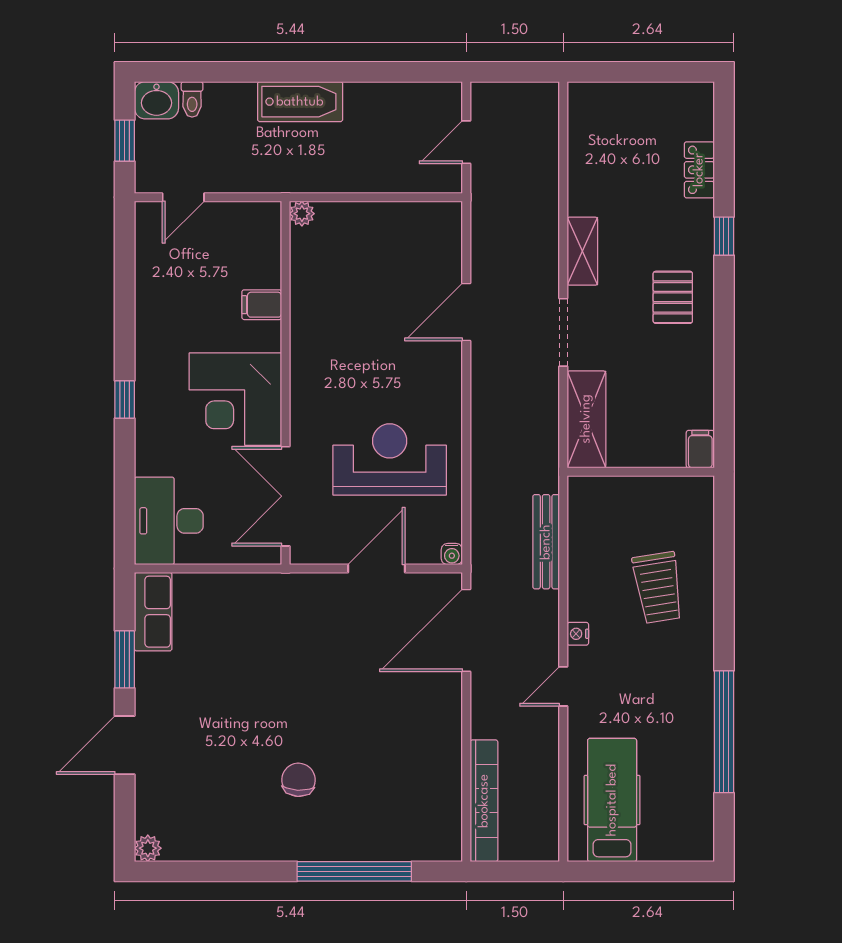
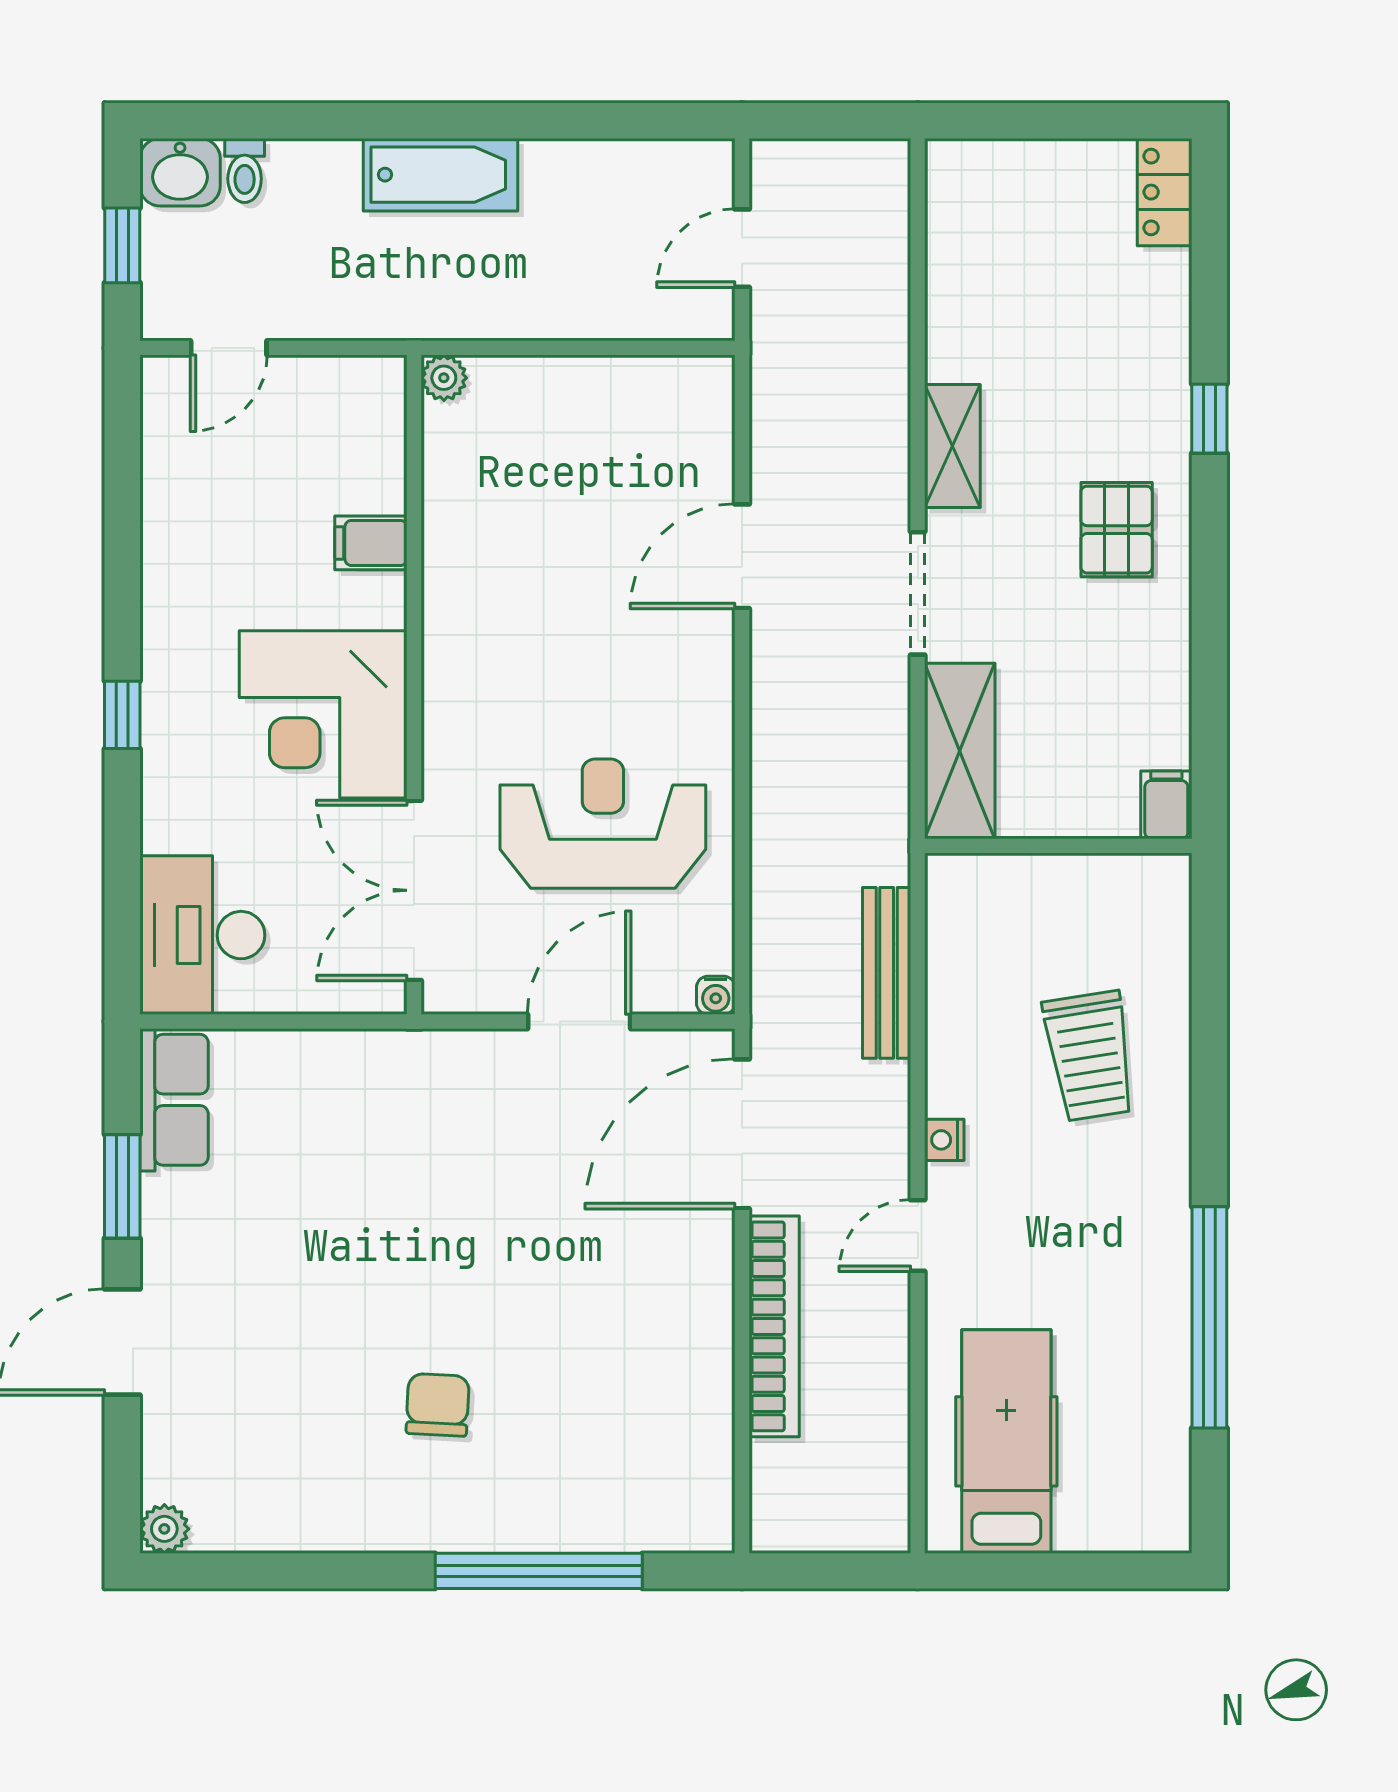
locker: (699, 170) -> (1165, 192), moved
bookcase: (484, 801) -> (774, 1326), moved

